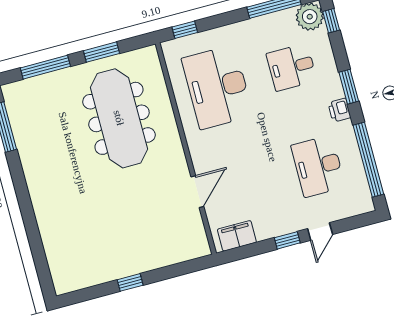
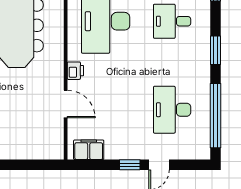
printer: (339, 110) -> (75, 71), moved, turned 180
door: (197, 192) -> (66, 104), hinge flipped

